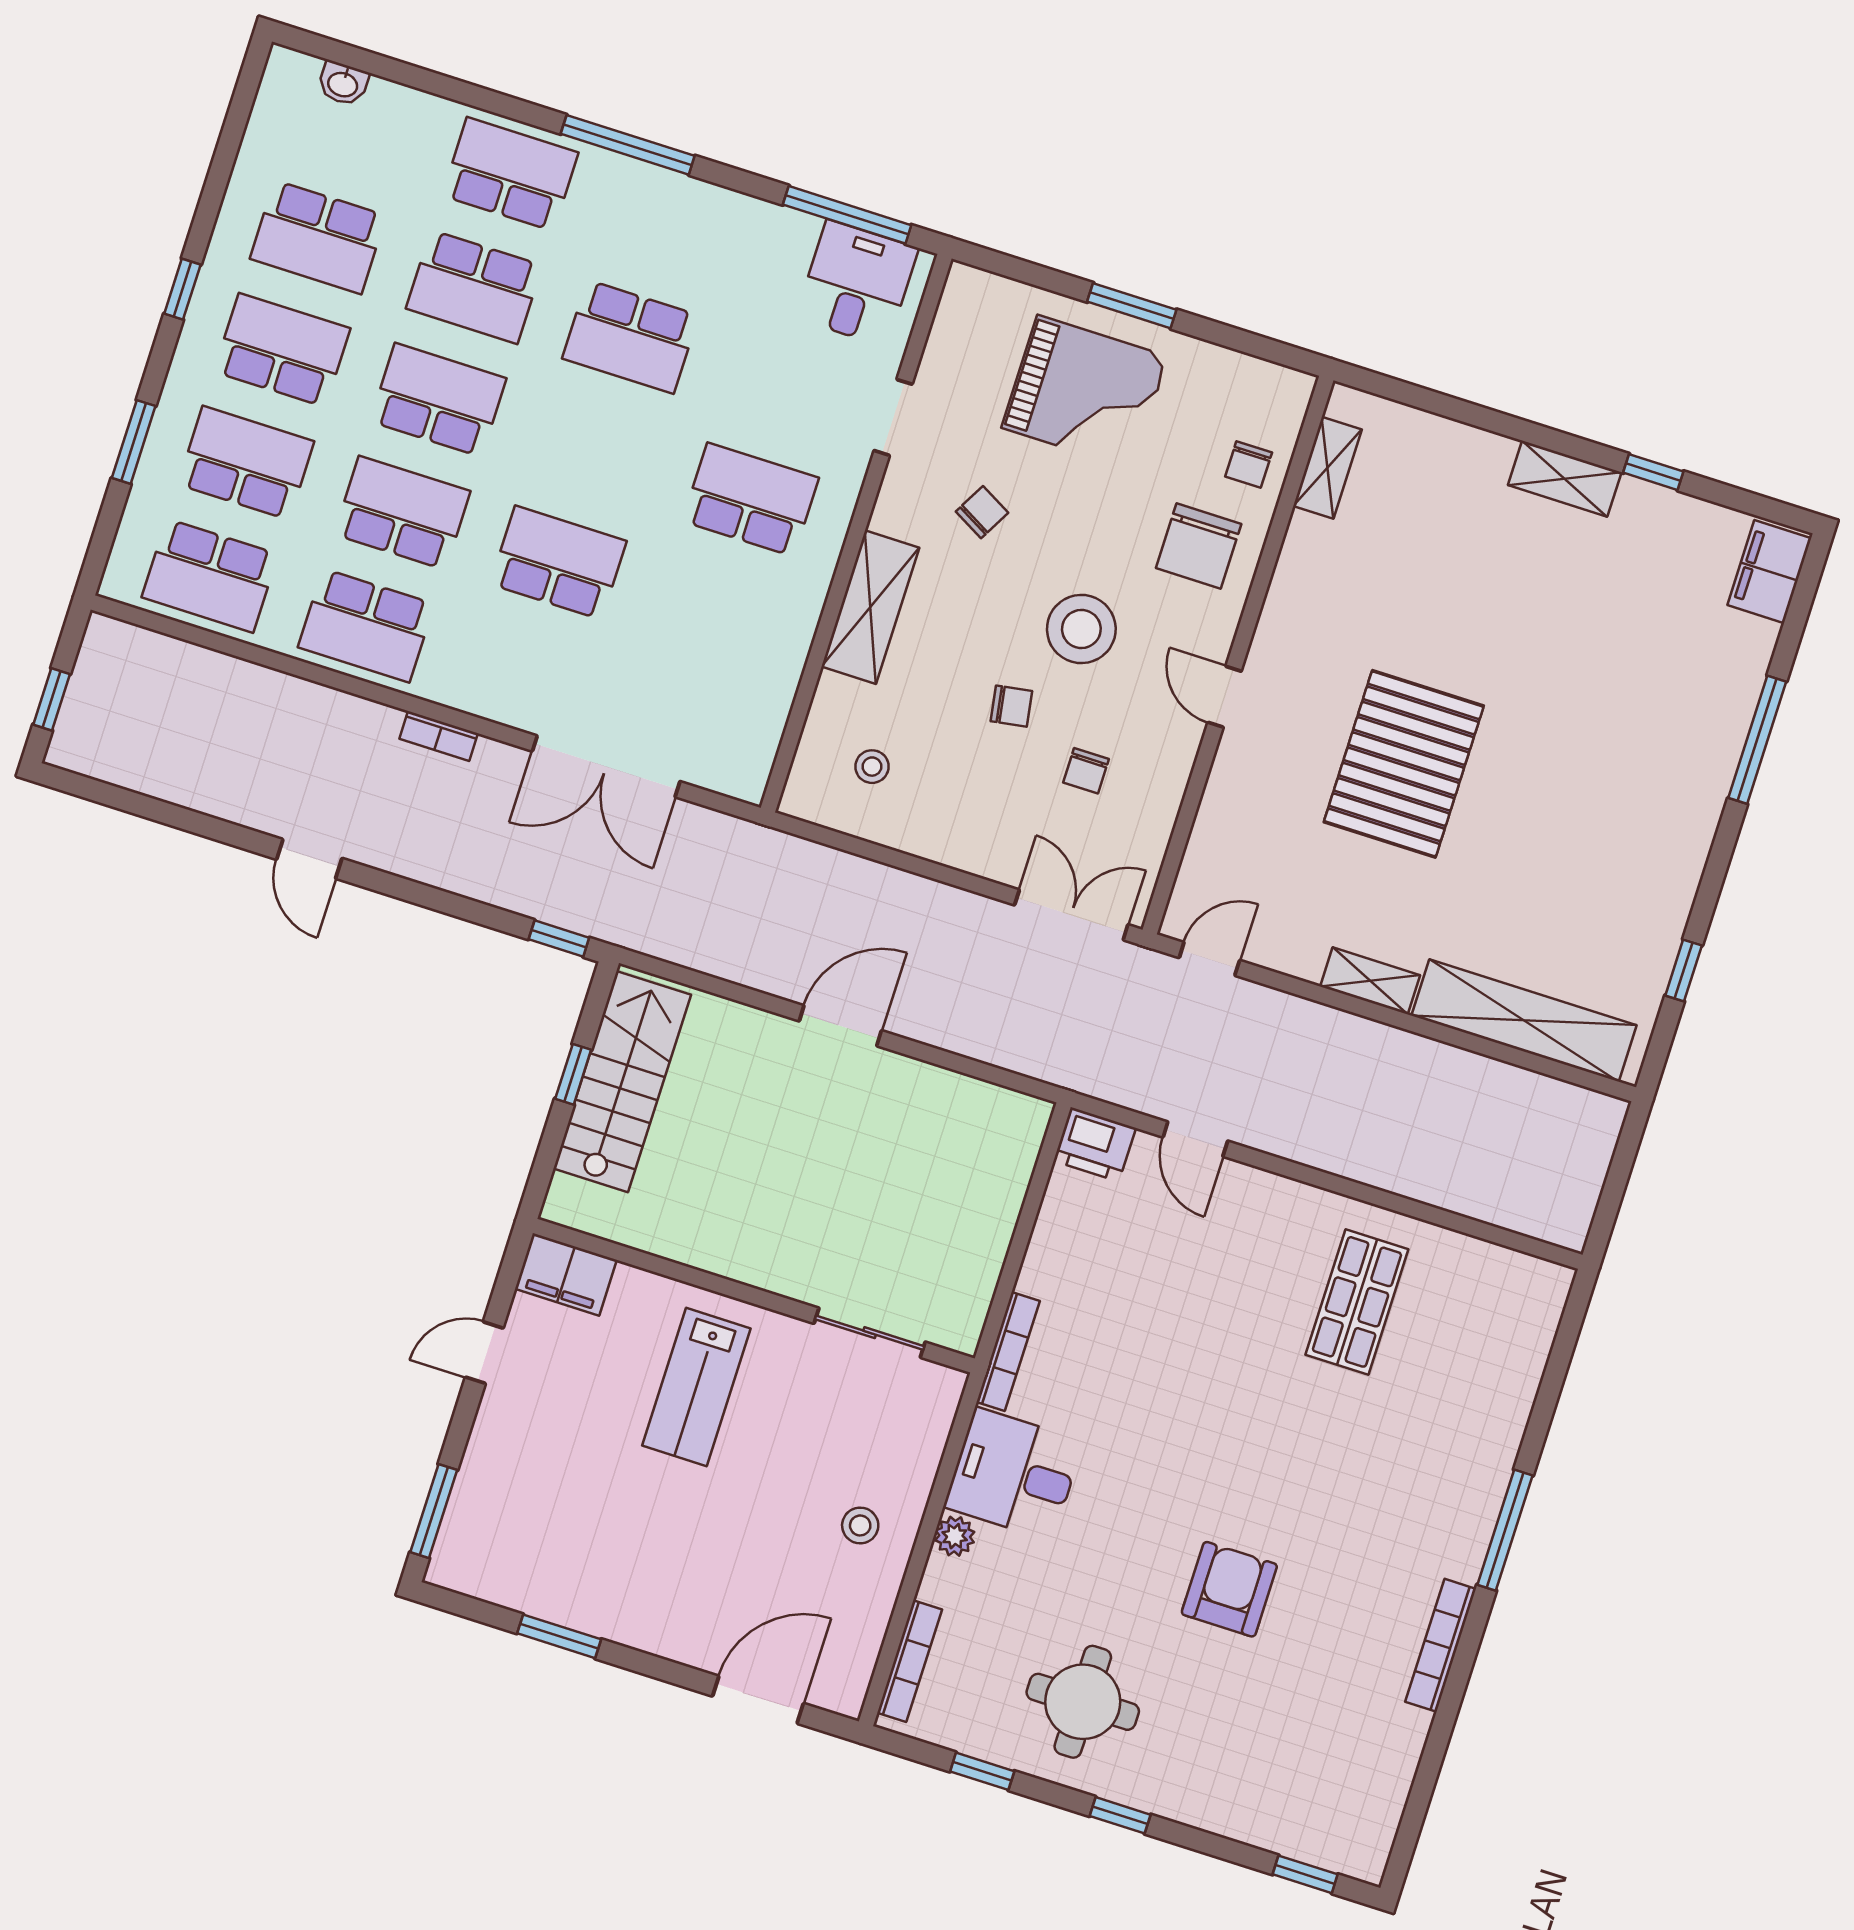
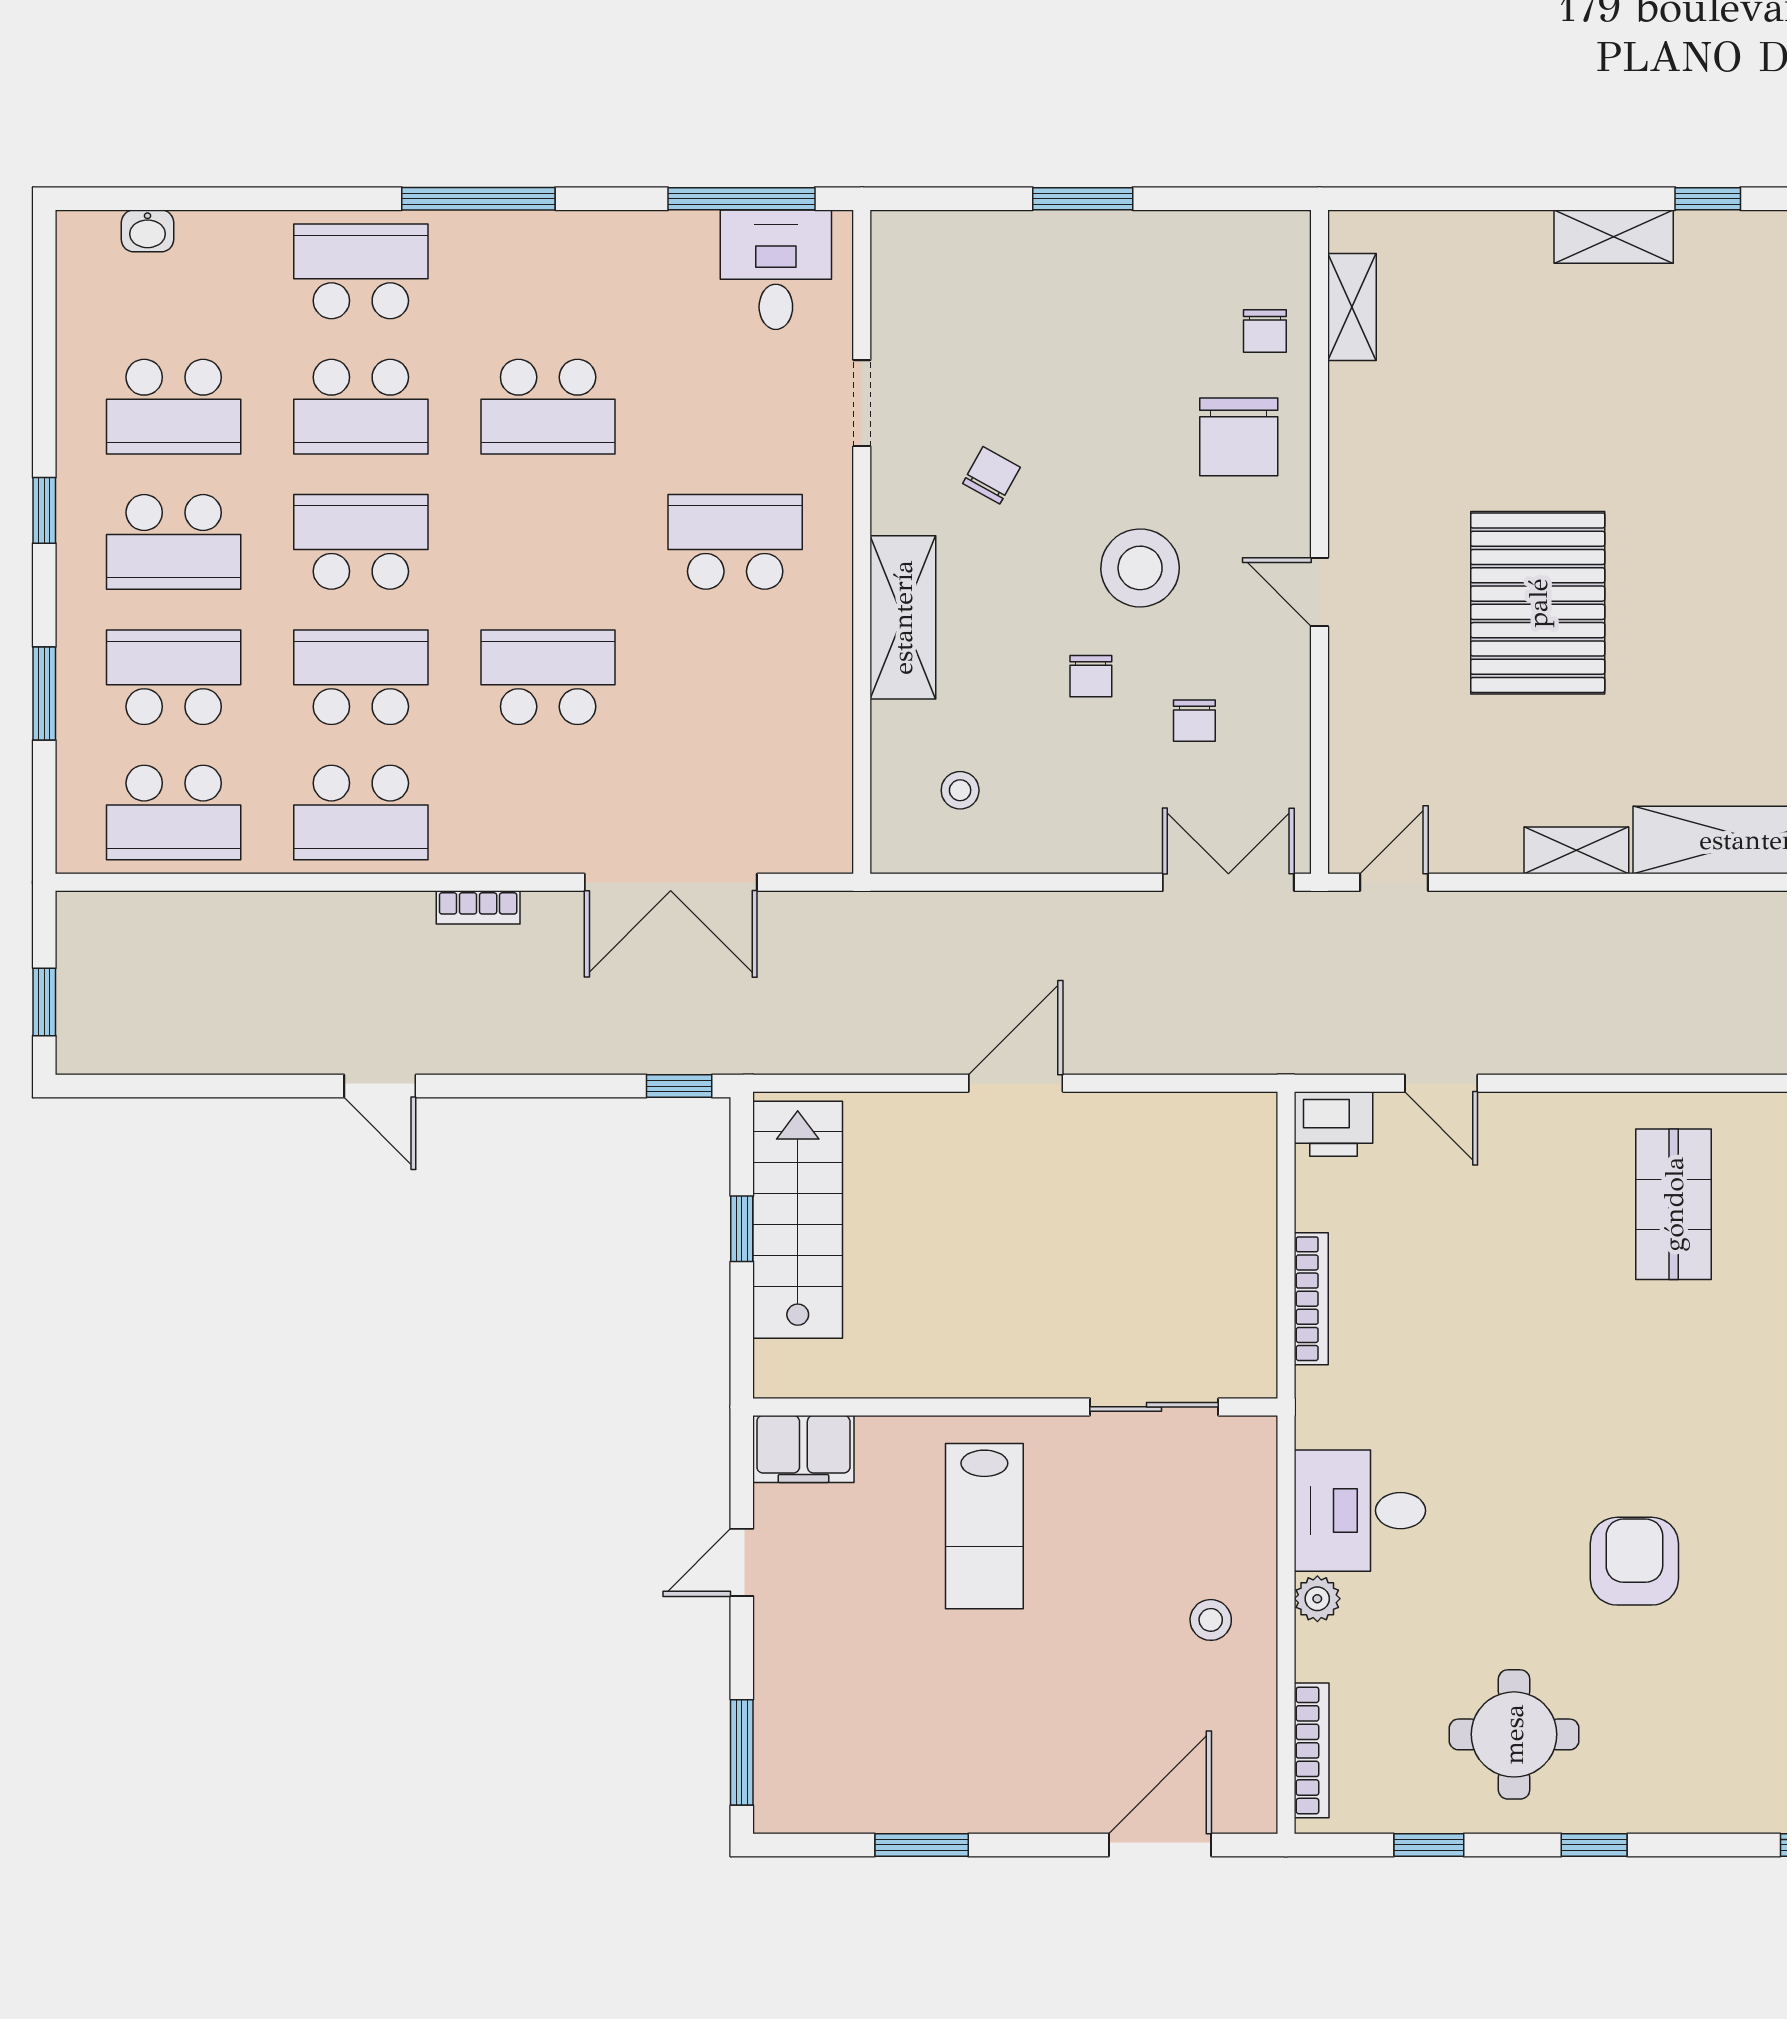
school desk: (282, 350) -> (174, 542), turned 180
grand piano: (1085, 392) -> (1061, 309), removed
chair: (1011, 706) -> (1091, 676), turned 99
bookcase: (1008, 1352) -> (1311, 1299), moved

